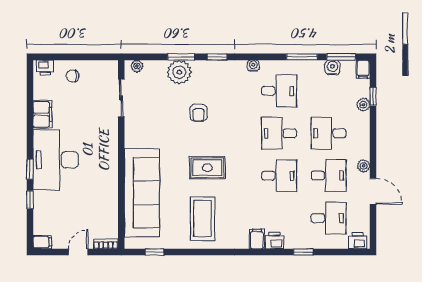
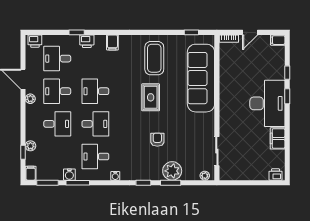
water cooler: (333, 67) -> (69, 175), moved
chair: (73, 76) -> (254, 168), removed
rug: (207, 168) -> (151, 97), turned 90
printer: (275, 241) -> (87, 41), moved

